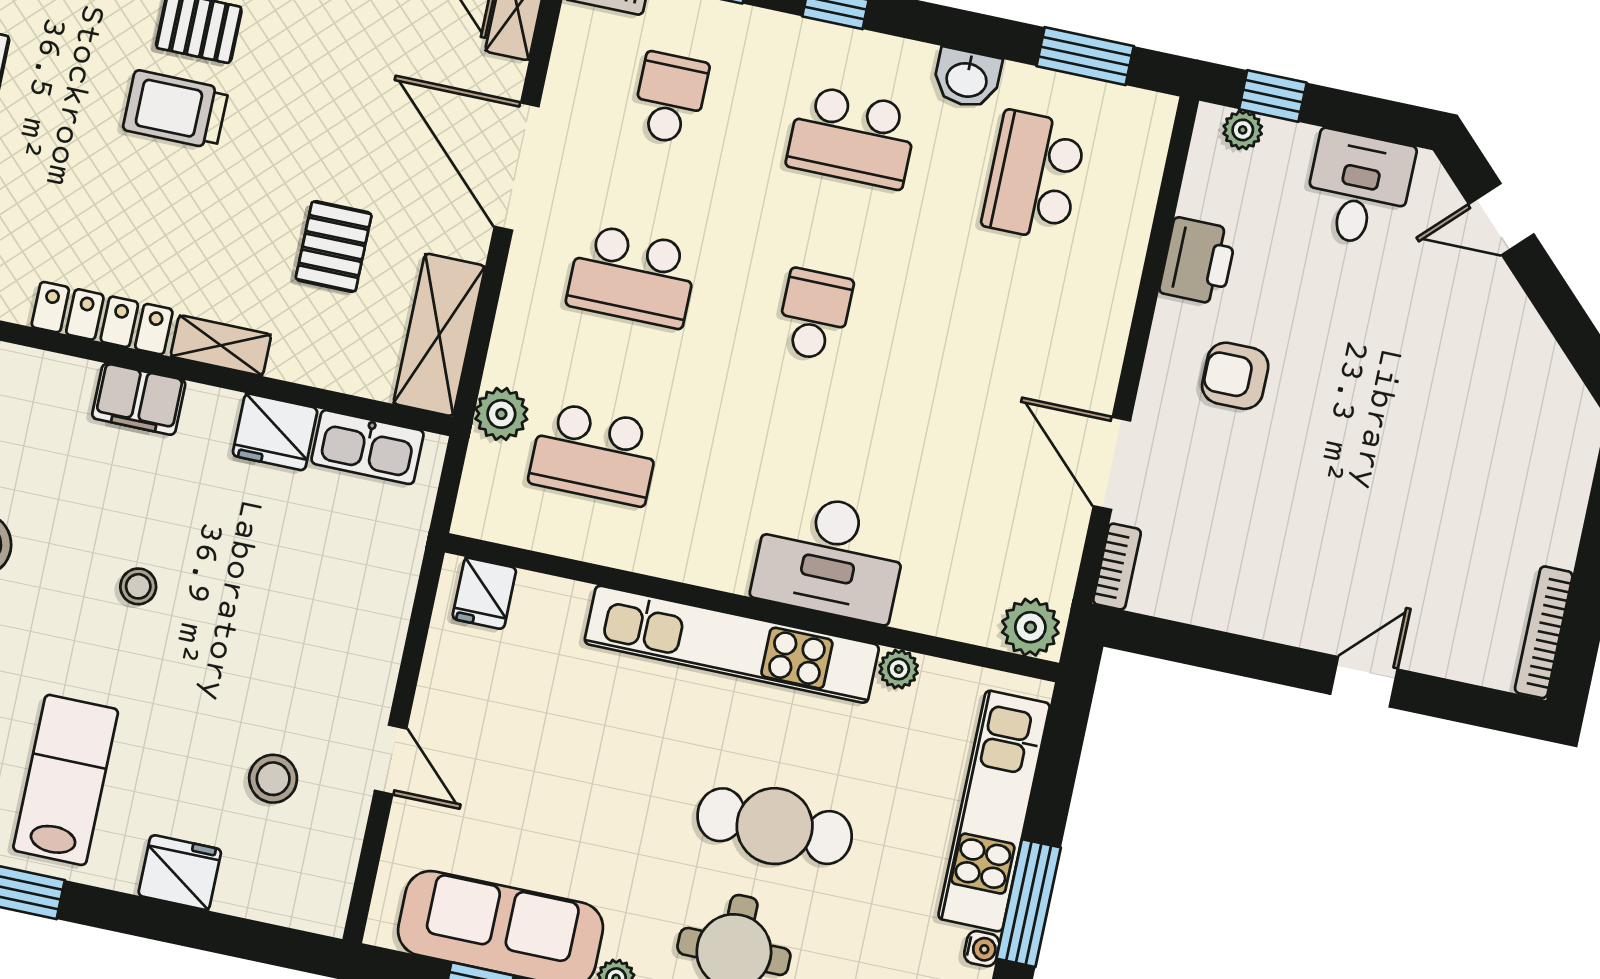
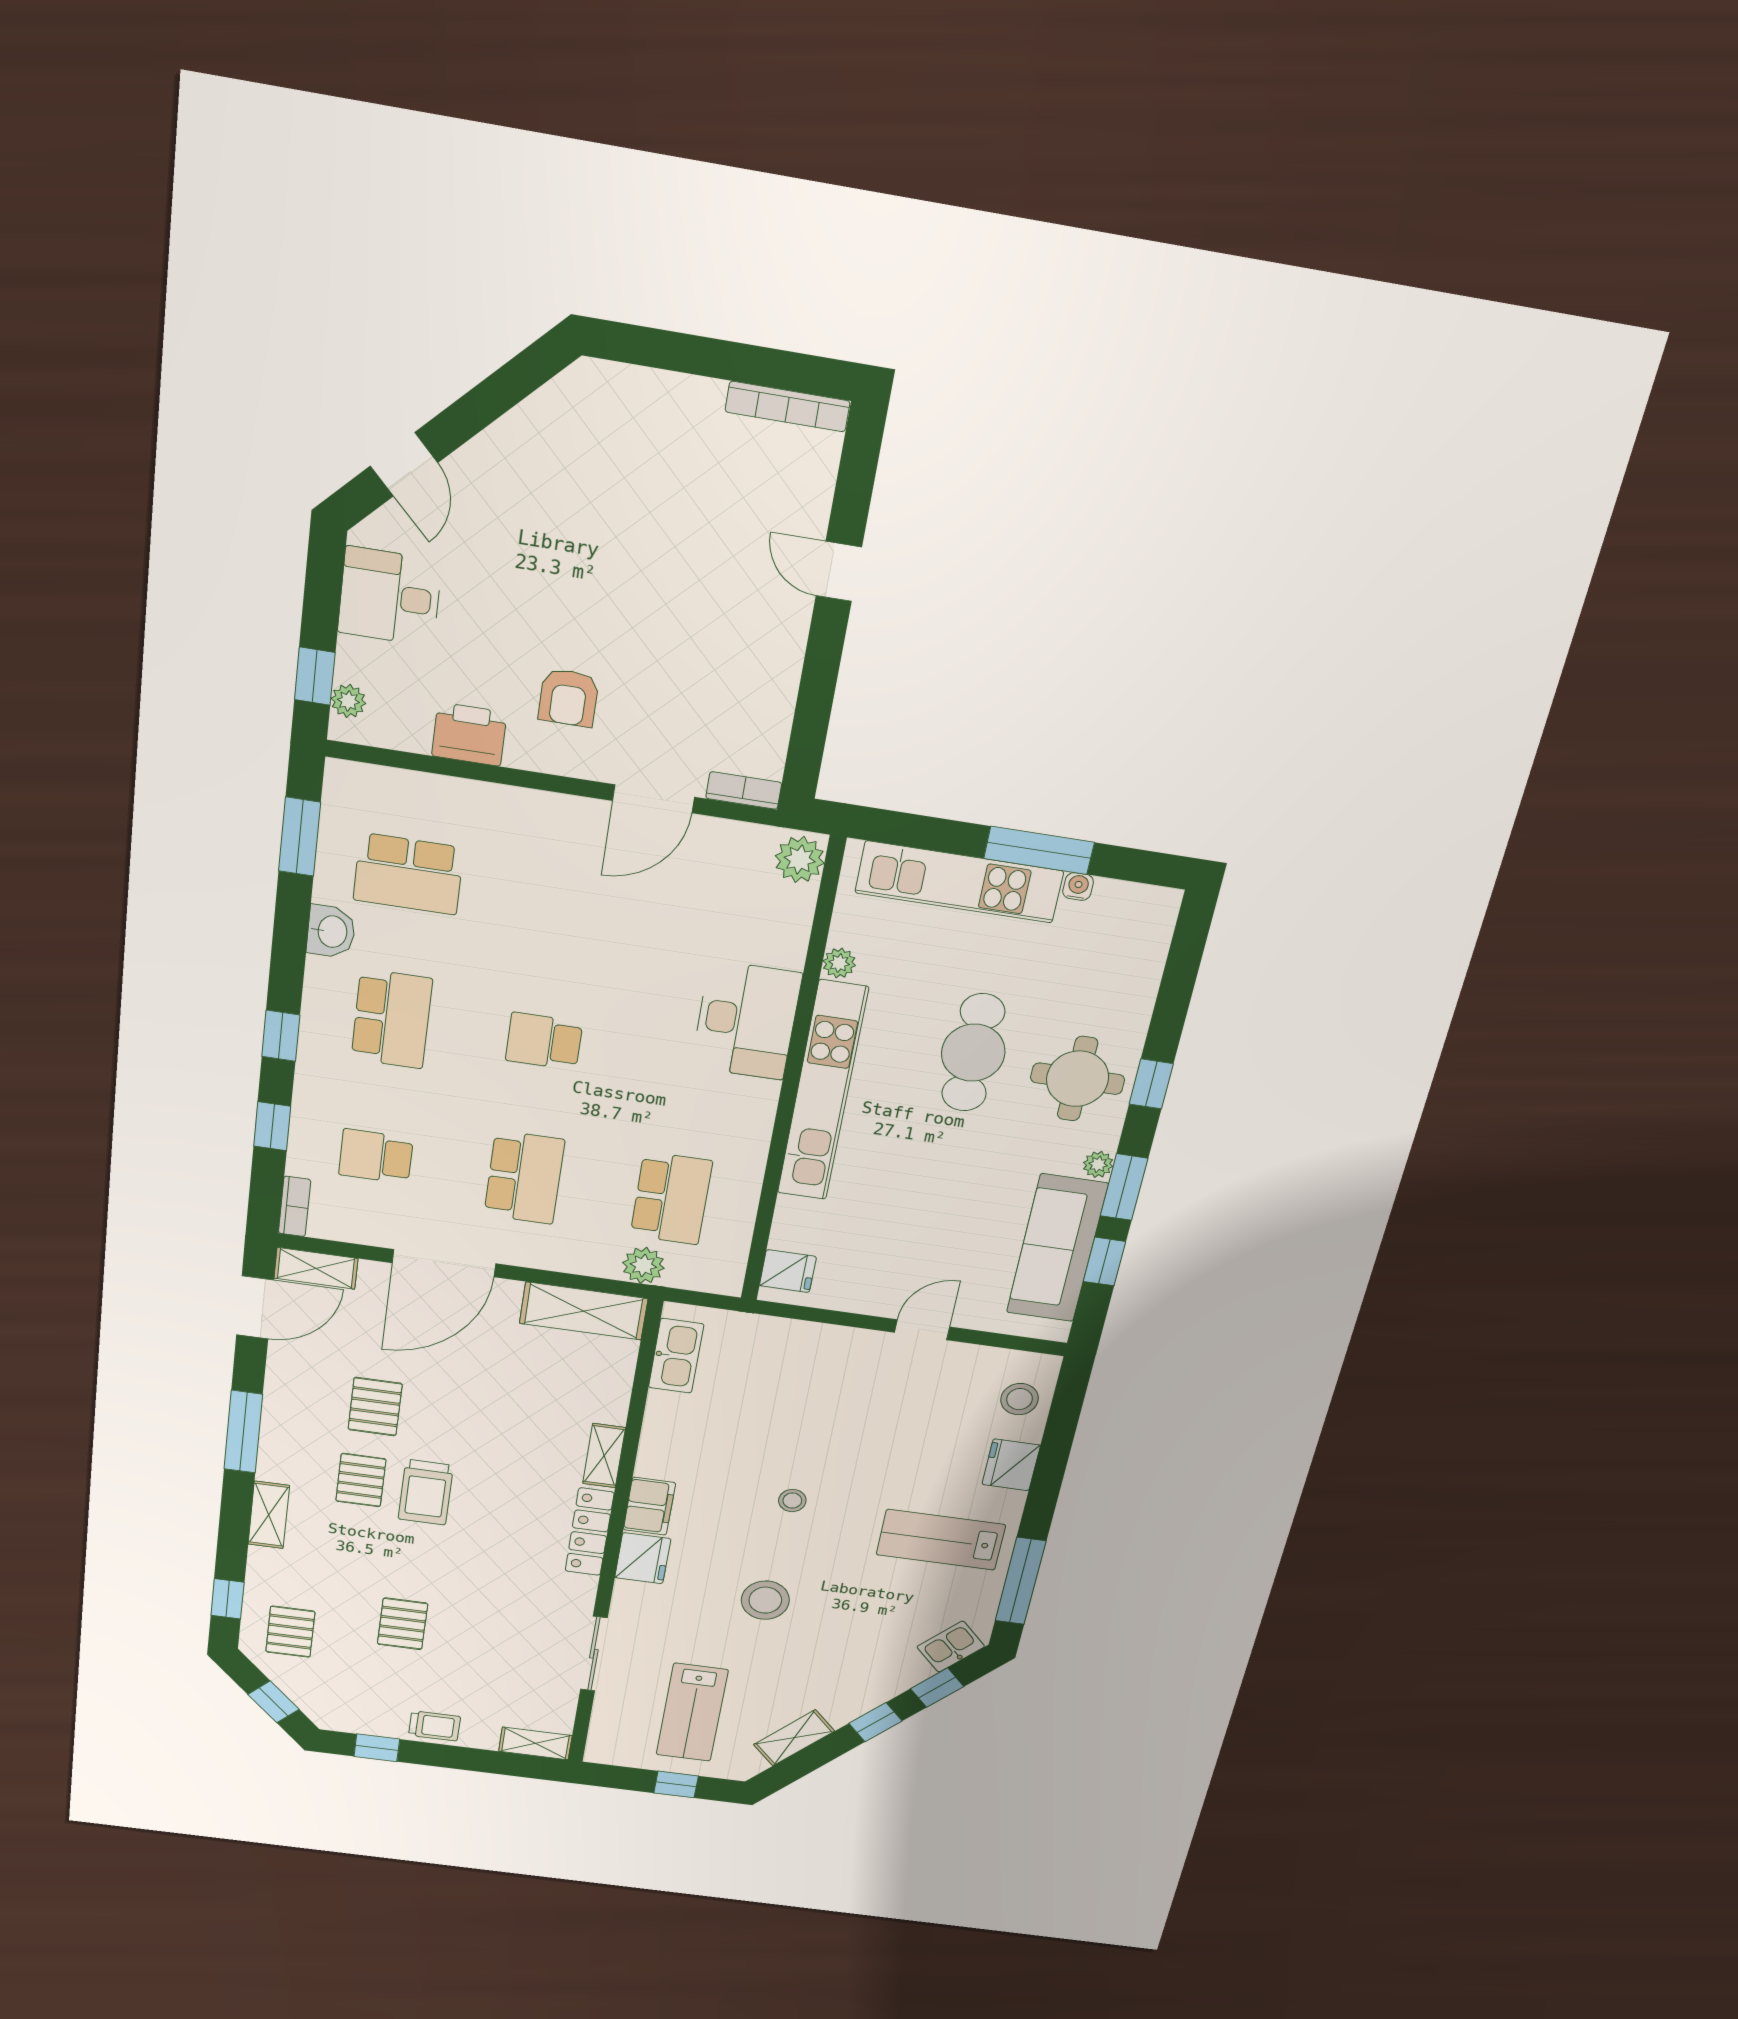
pallet: (334, 246) -> (375, 1407), moved, turned 90
fridge: (275, 432) -> (643, 1558), moved
stool: (273, 779) -> (1020, 1399), moved

